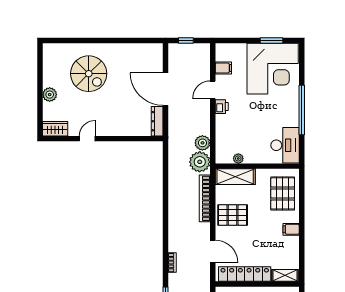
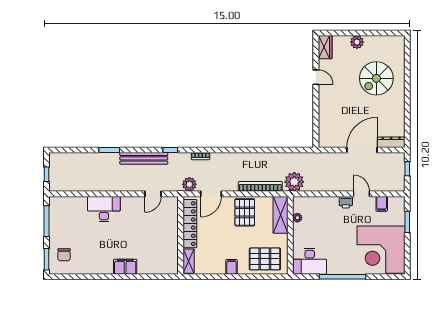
window: (272, 40) -> (407, 222), moved
dresser: (157, 121) -> (391, 142), moved
plant: (202, 143) -> (189, 184), moved

